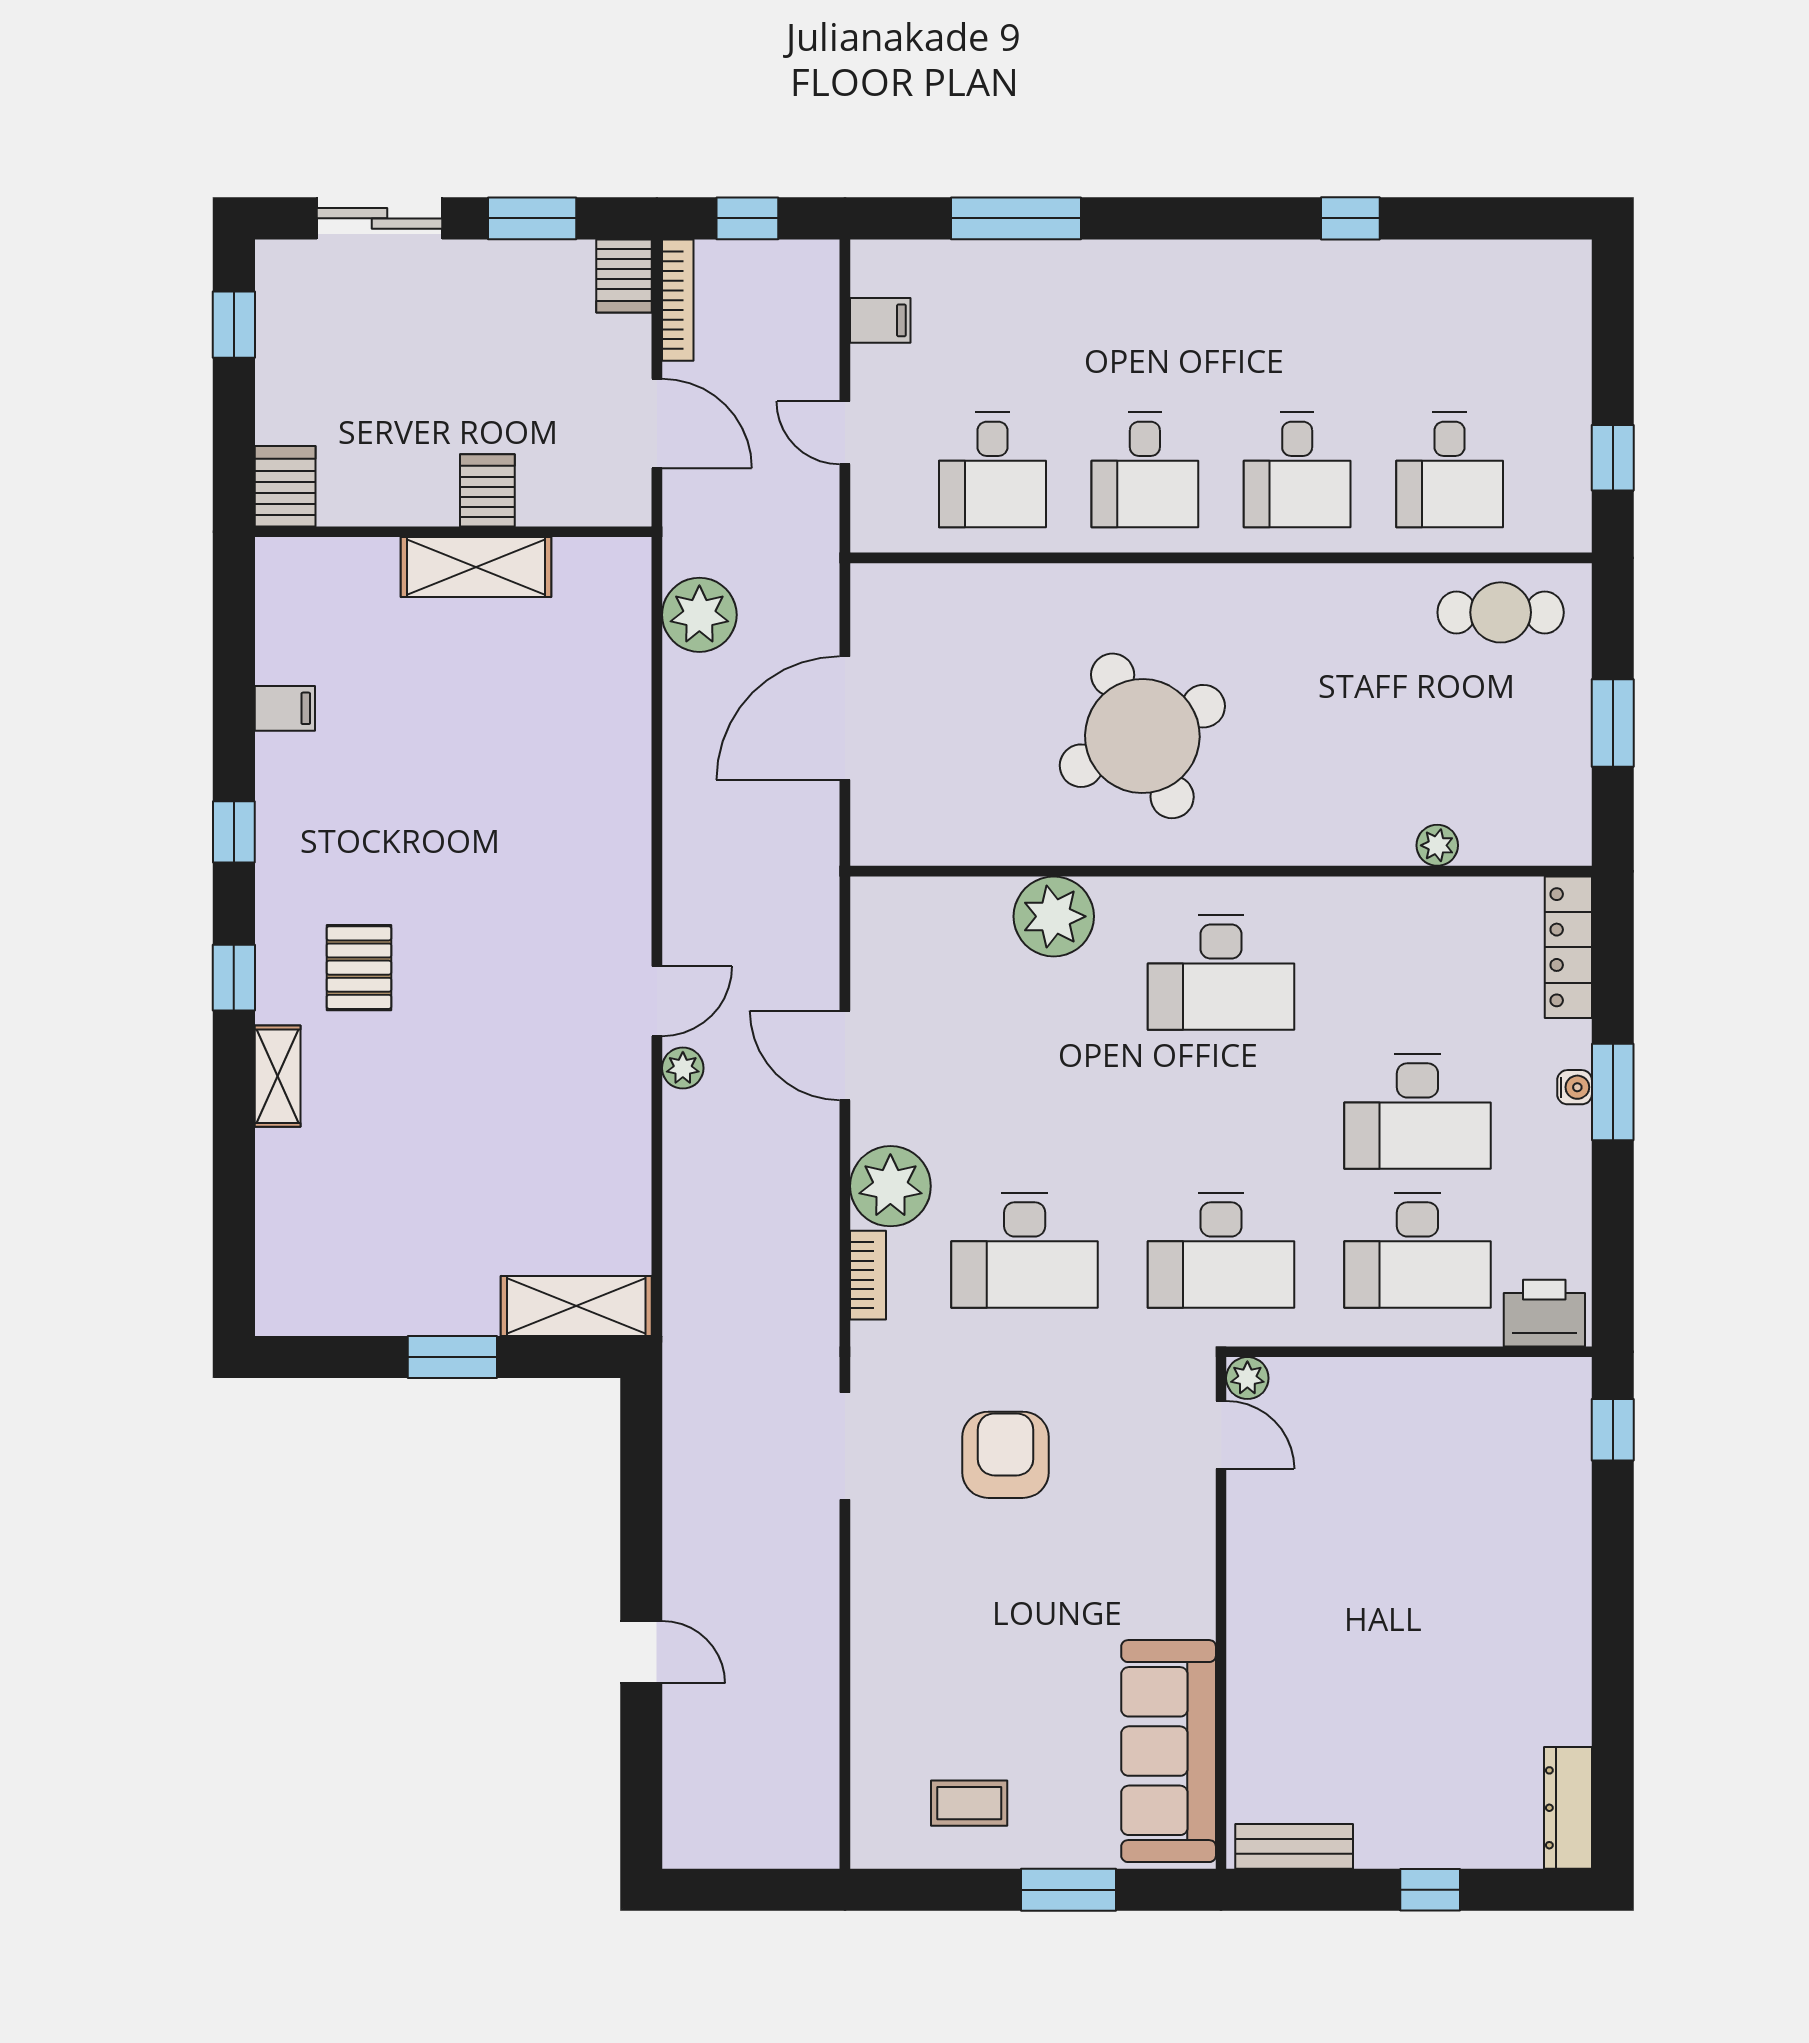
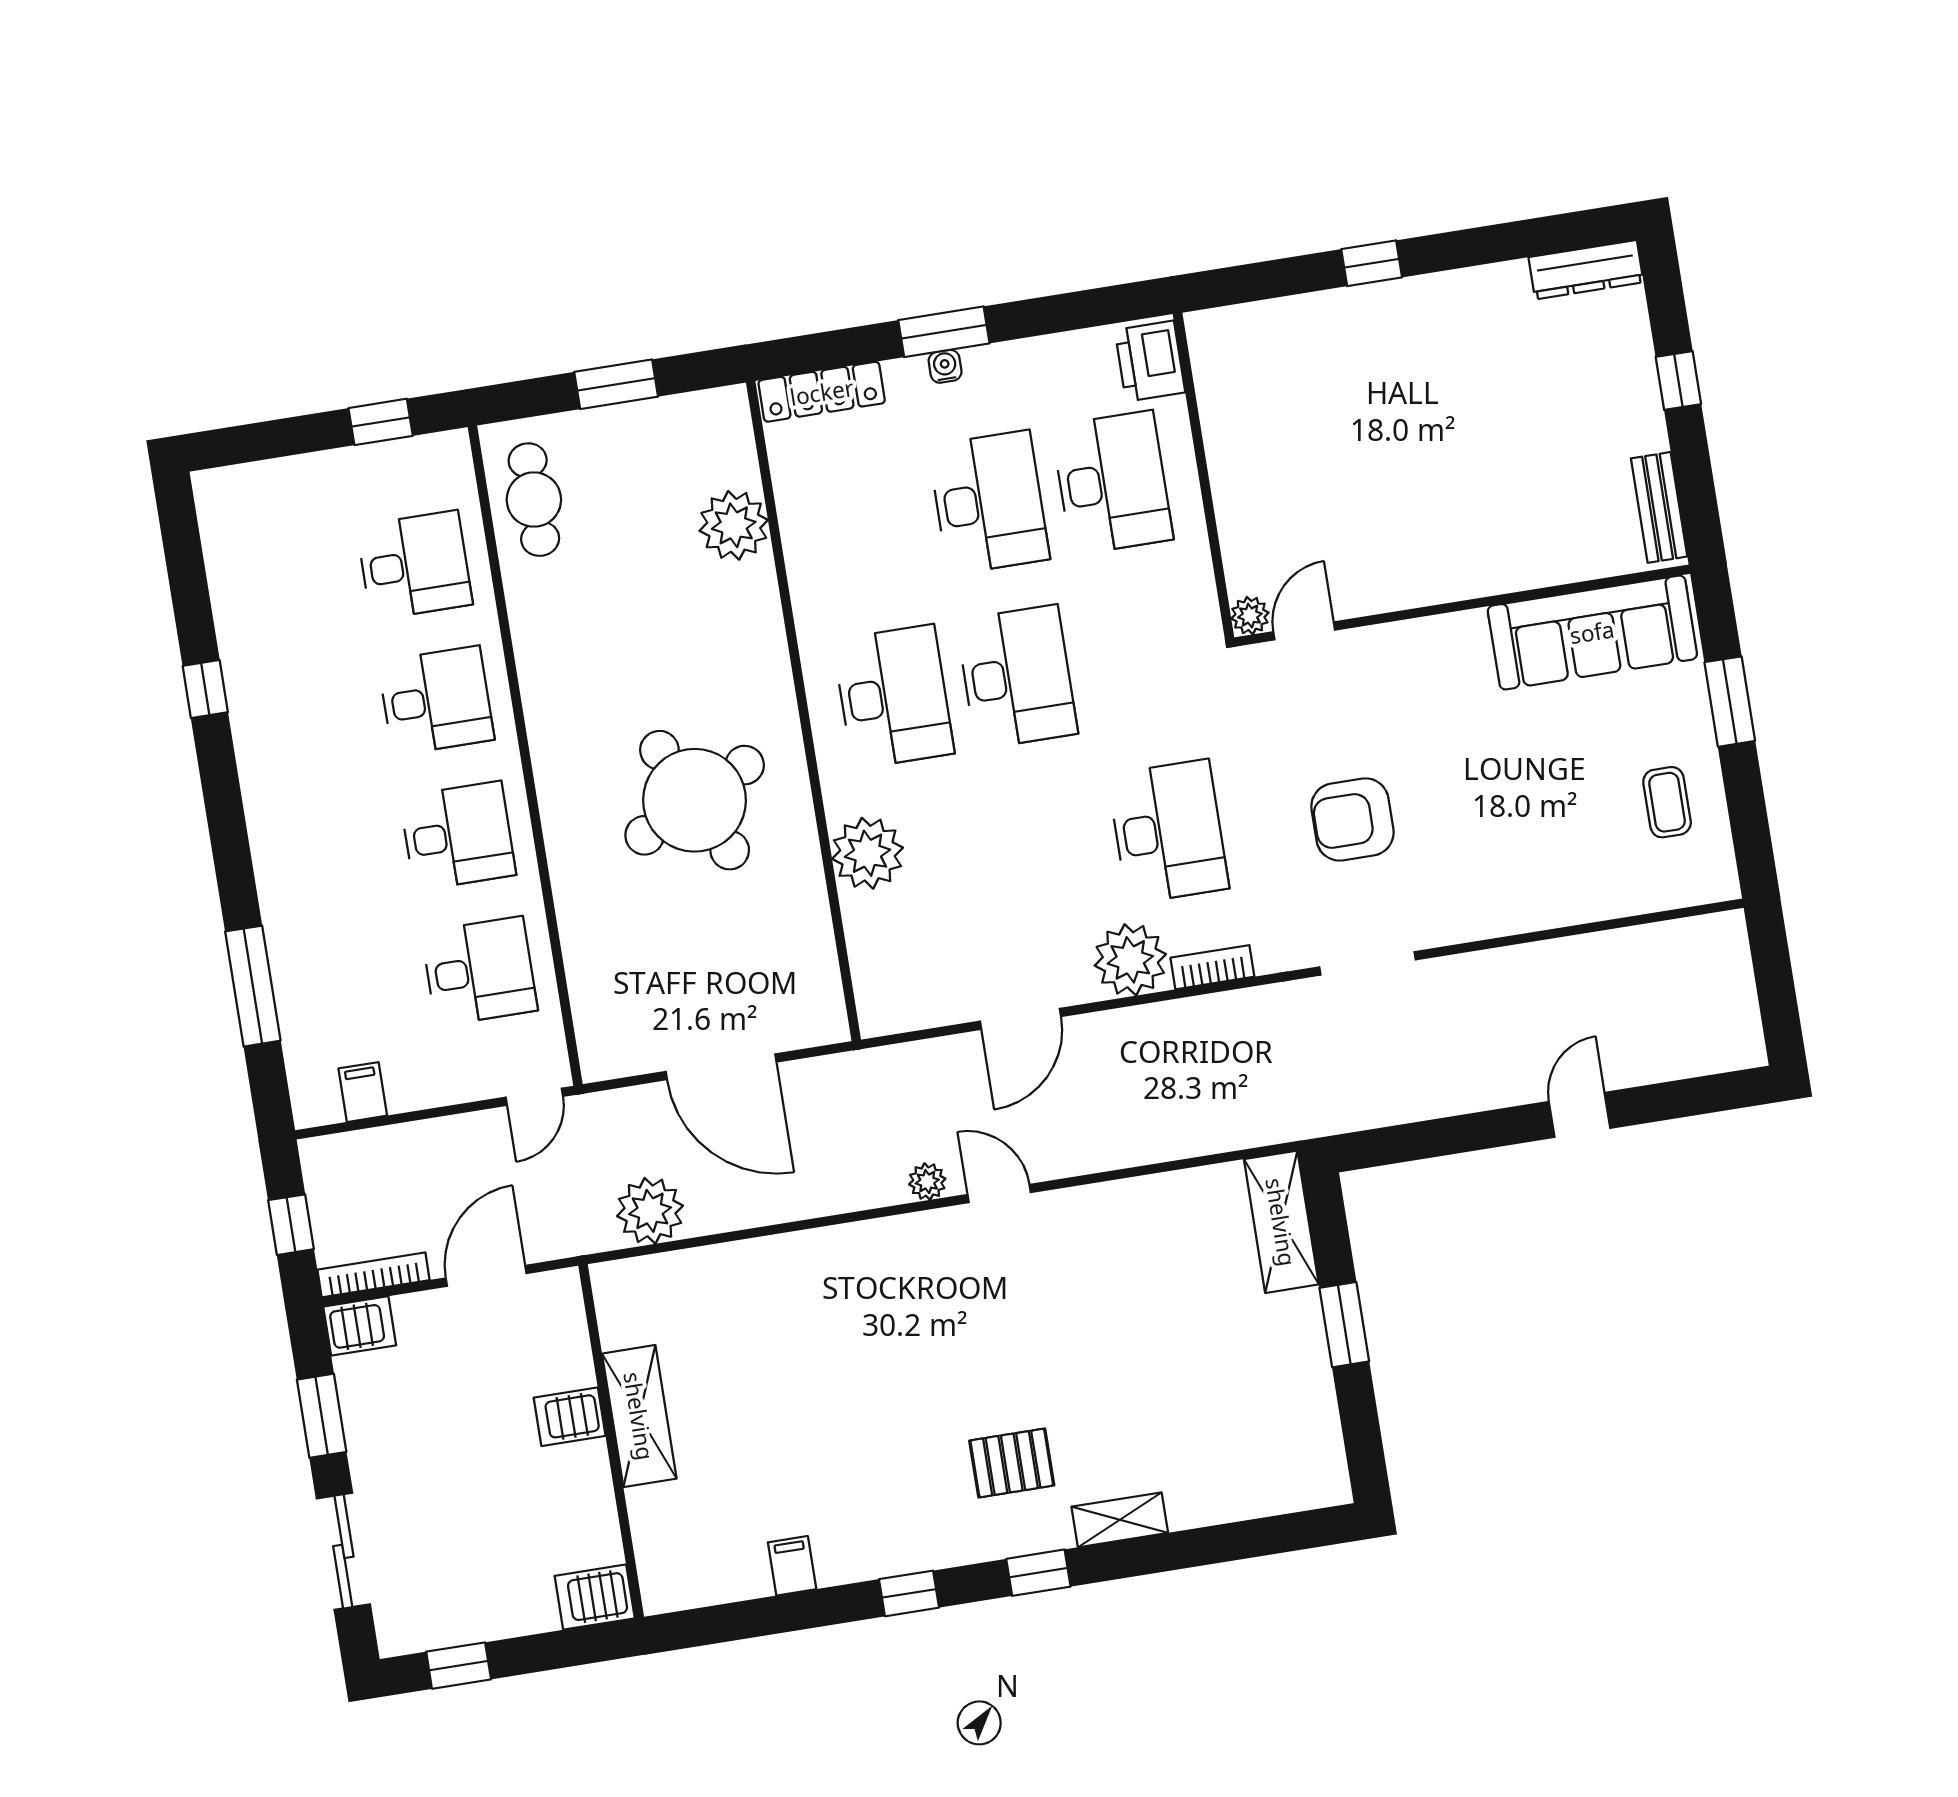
door: (845, 433) -> (534, 1097), moved
plant: (1437, 845) -> (734, 525), width x1.88, depth x1.88
plant: (683, 1068) -> (927, 1182), moved
desk: (1221, 1250) -> (1017, 677), moved
window: (1613, 1430) -> (1372, 263), moved

